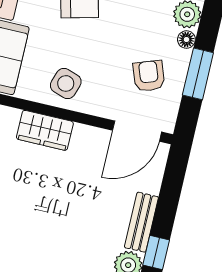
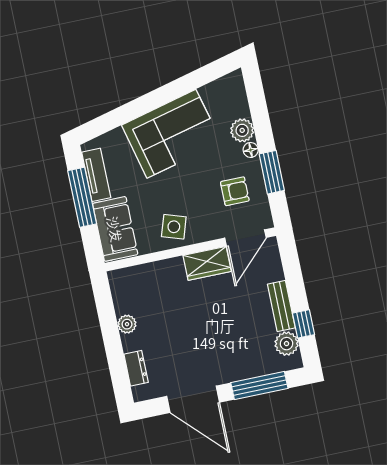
armchair: (149, 76) -> (235, 191), turned 110
wardrobe: (45, 130) -> (207, 263), moved

